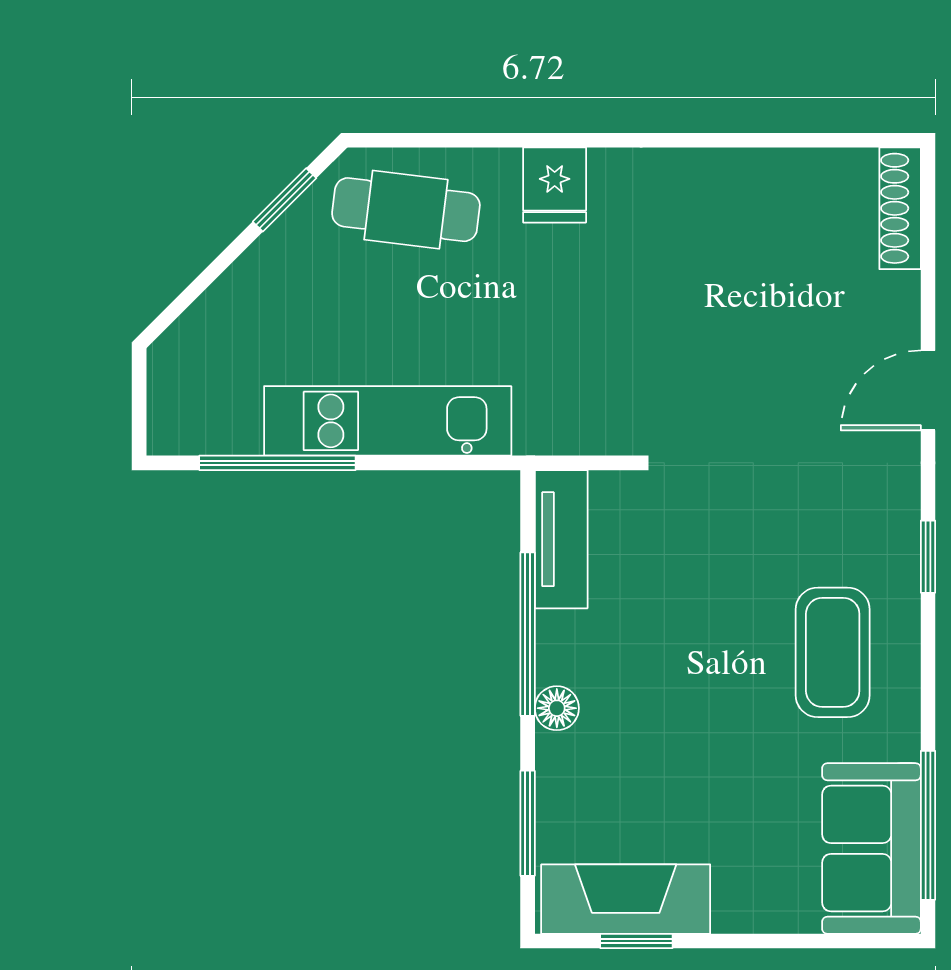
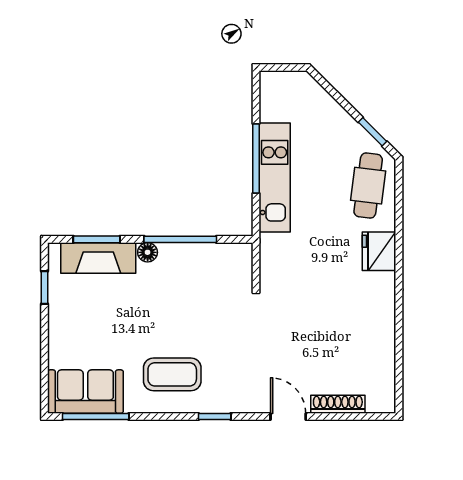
fridge: (555, 185) -> (379, 251), width x1.38
shoe rack: (900, 208) -> (338, 404), moved
window: (277, 463) -> (256, 158), moved
tv unit: (561, 539) -> (222, 254), removed
fireplace: (626, 899) -> (98, 258), moved, turned 90

